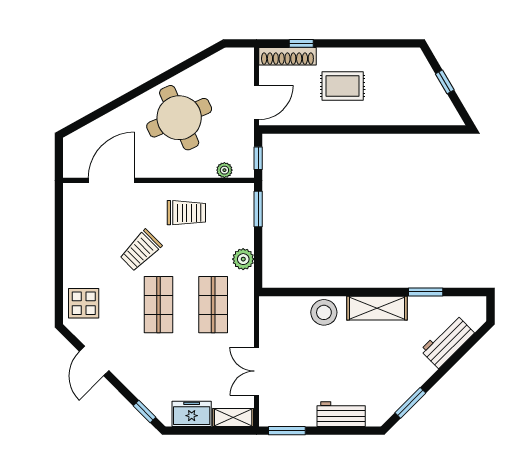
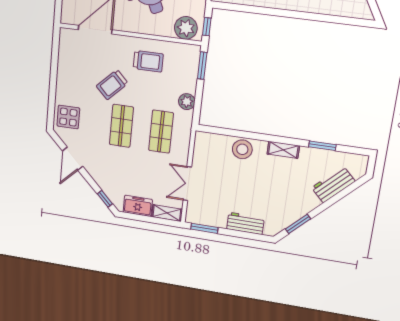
plant: (224, 170) -> (186, 28), width x1.88, depth x1.88
shelving: (377, 308) -> (283, 150), width x0.67, depth x0.75

